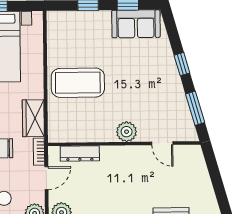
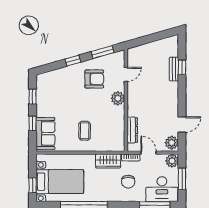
sofa: (136, 24) -> (45, 133), moved
coffee table: (78, 83) -> (85, 131), width x0.54, depth x0.58
armchair: (155, 96) -> (94, 79), added

